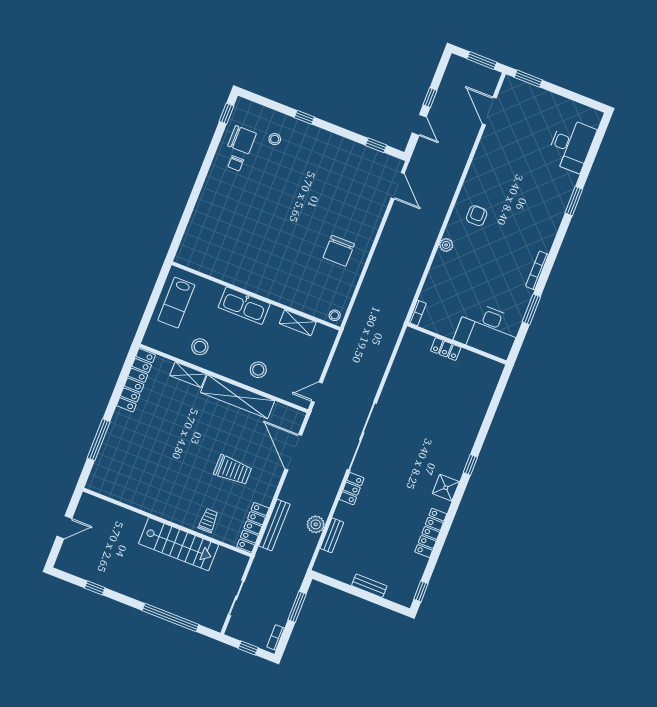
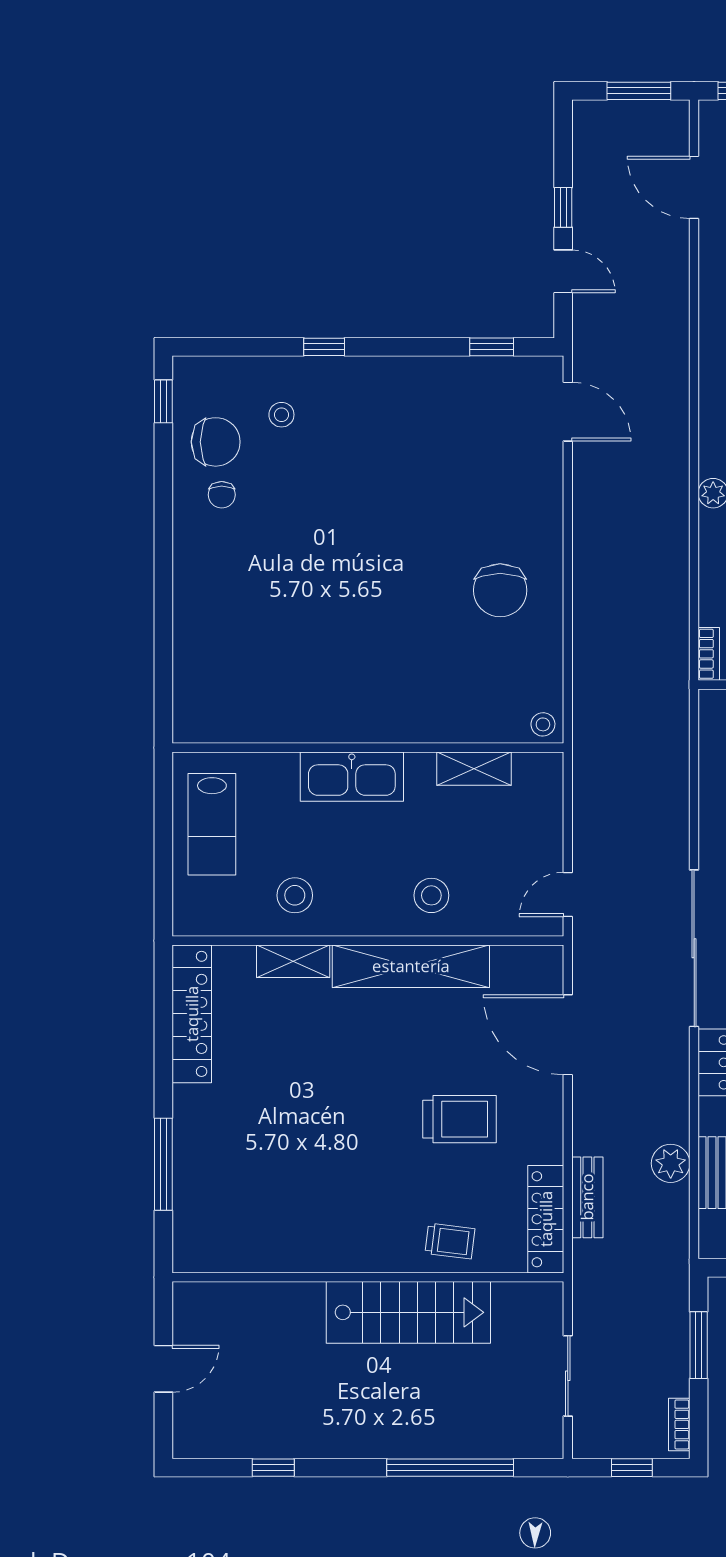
trolley: (208, 521) -> (450, 1241), turned 97
bench: (274, 525) -> (587, 1197), width x0.73

